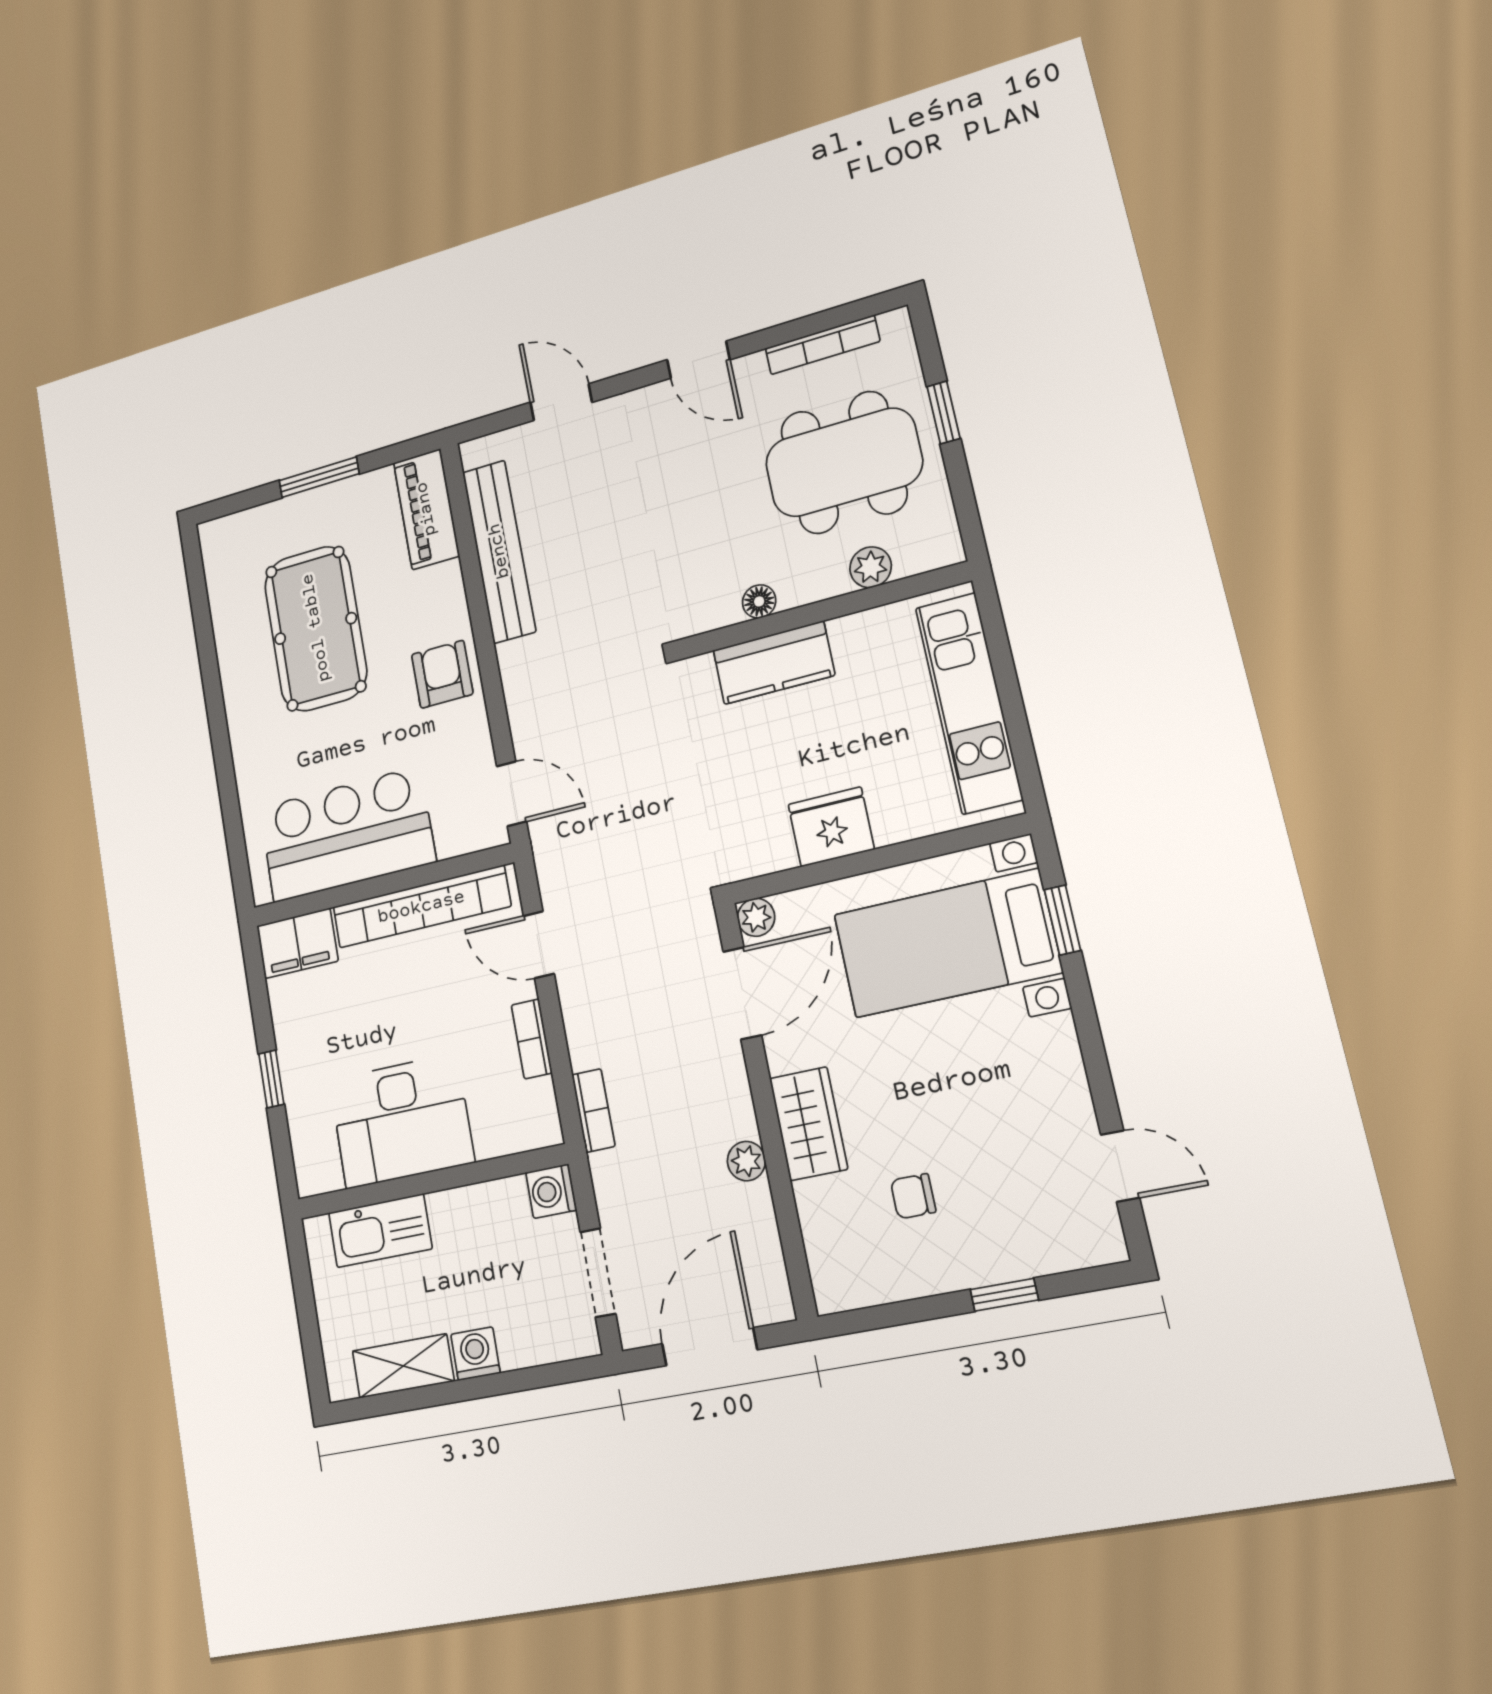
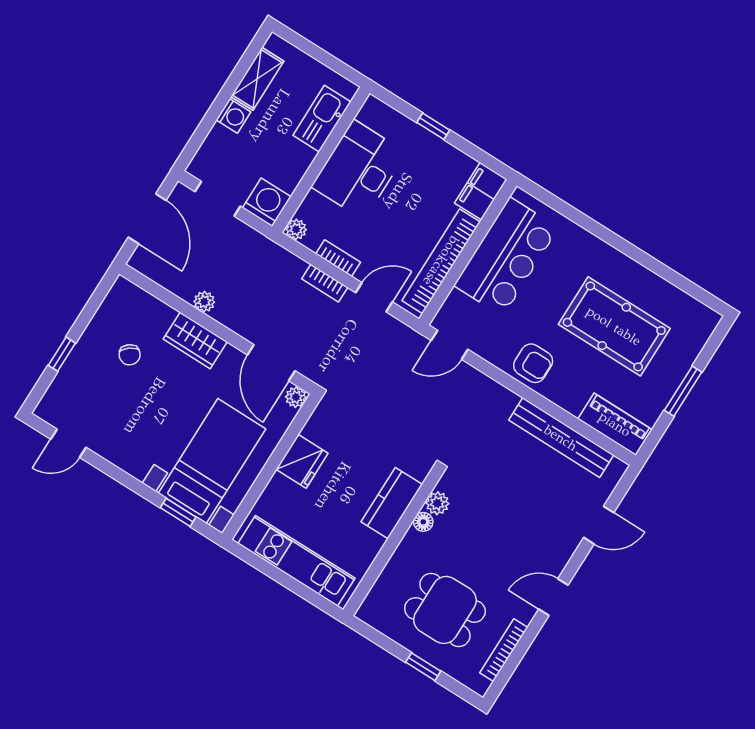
dining table: (844, 462) -> (445, 610), width x0.73
plant: (871, 567) -> (437, 503), moved
bookcase: (593, 1110) -> (325, 283), moved
plant: (544, 1129) -> (296, 229), added
washing machine: (551, 1191) -> (267, 202), width x1.38, depth x1.38
chair: (913, 1196) -> (130, 355), turned 143

